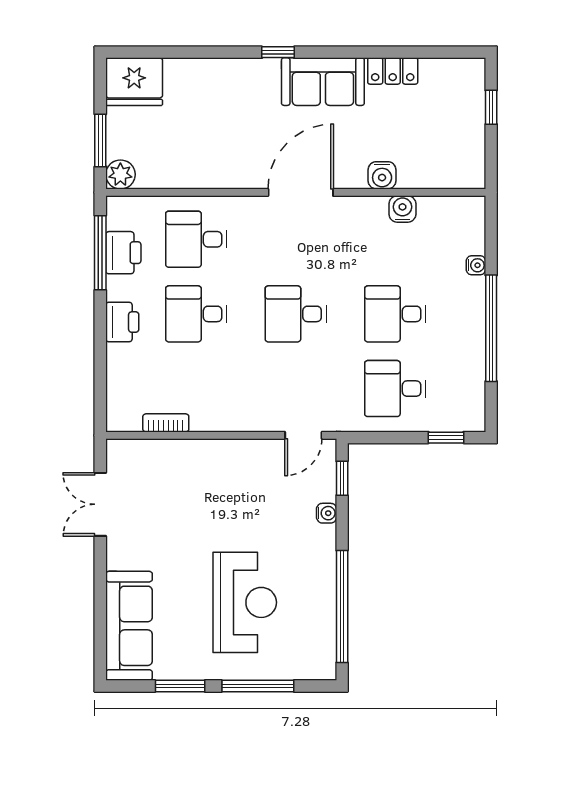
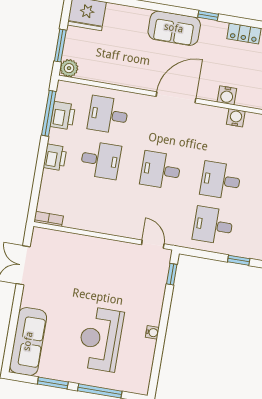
window: (278, 52) -> (208, 16), moved
sofa: (323, 82) -> (174, 28), moved
desk: (196, 314) -> (101, 160), turned 180
bookcase: (166, 423) -> (49, 219), moved
door: (303, 435) -> (153, 244), swing flipped
water cooler: (327, 513) -> (152, 332), moved
reception desk: (245, 602) -> (100, 339), turned 180
window: (342, 607) -> (159, 352), removed

